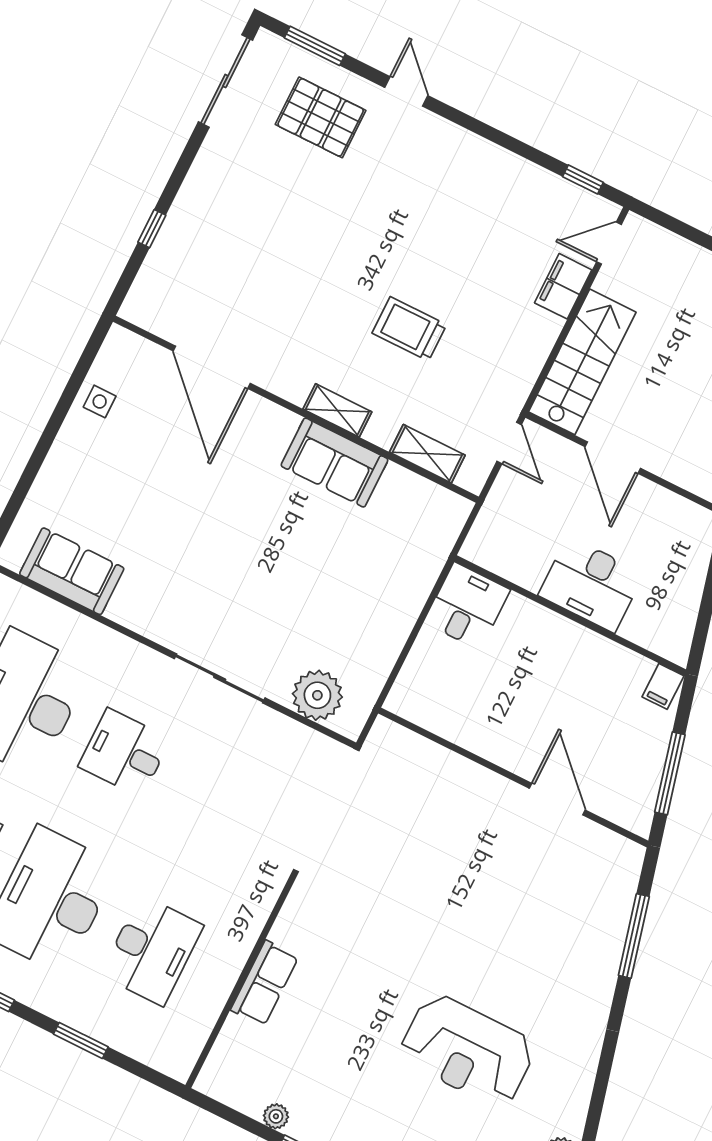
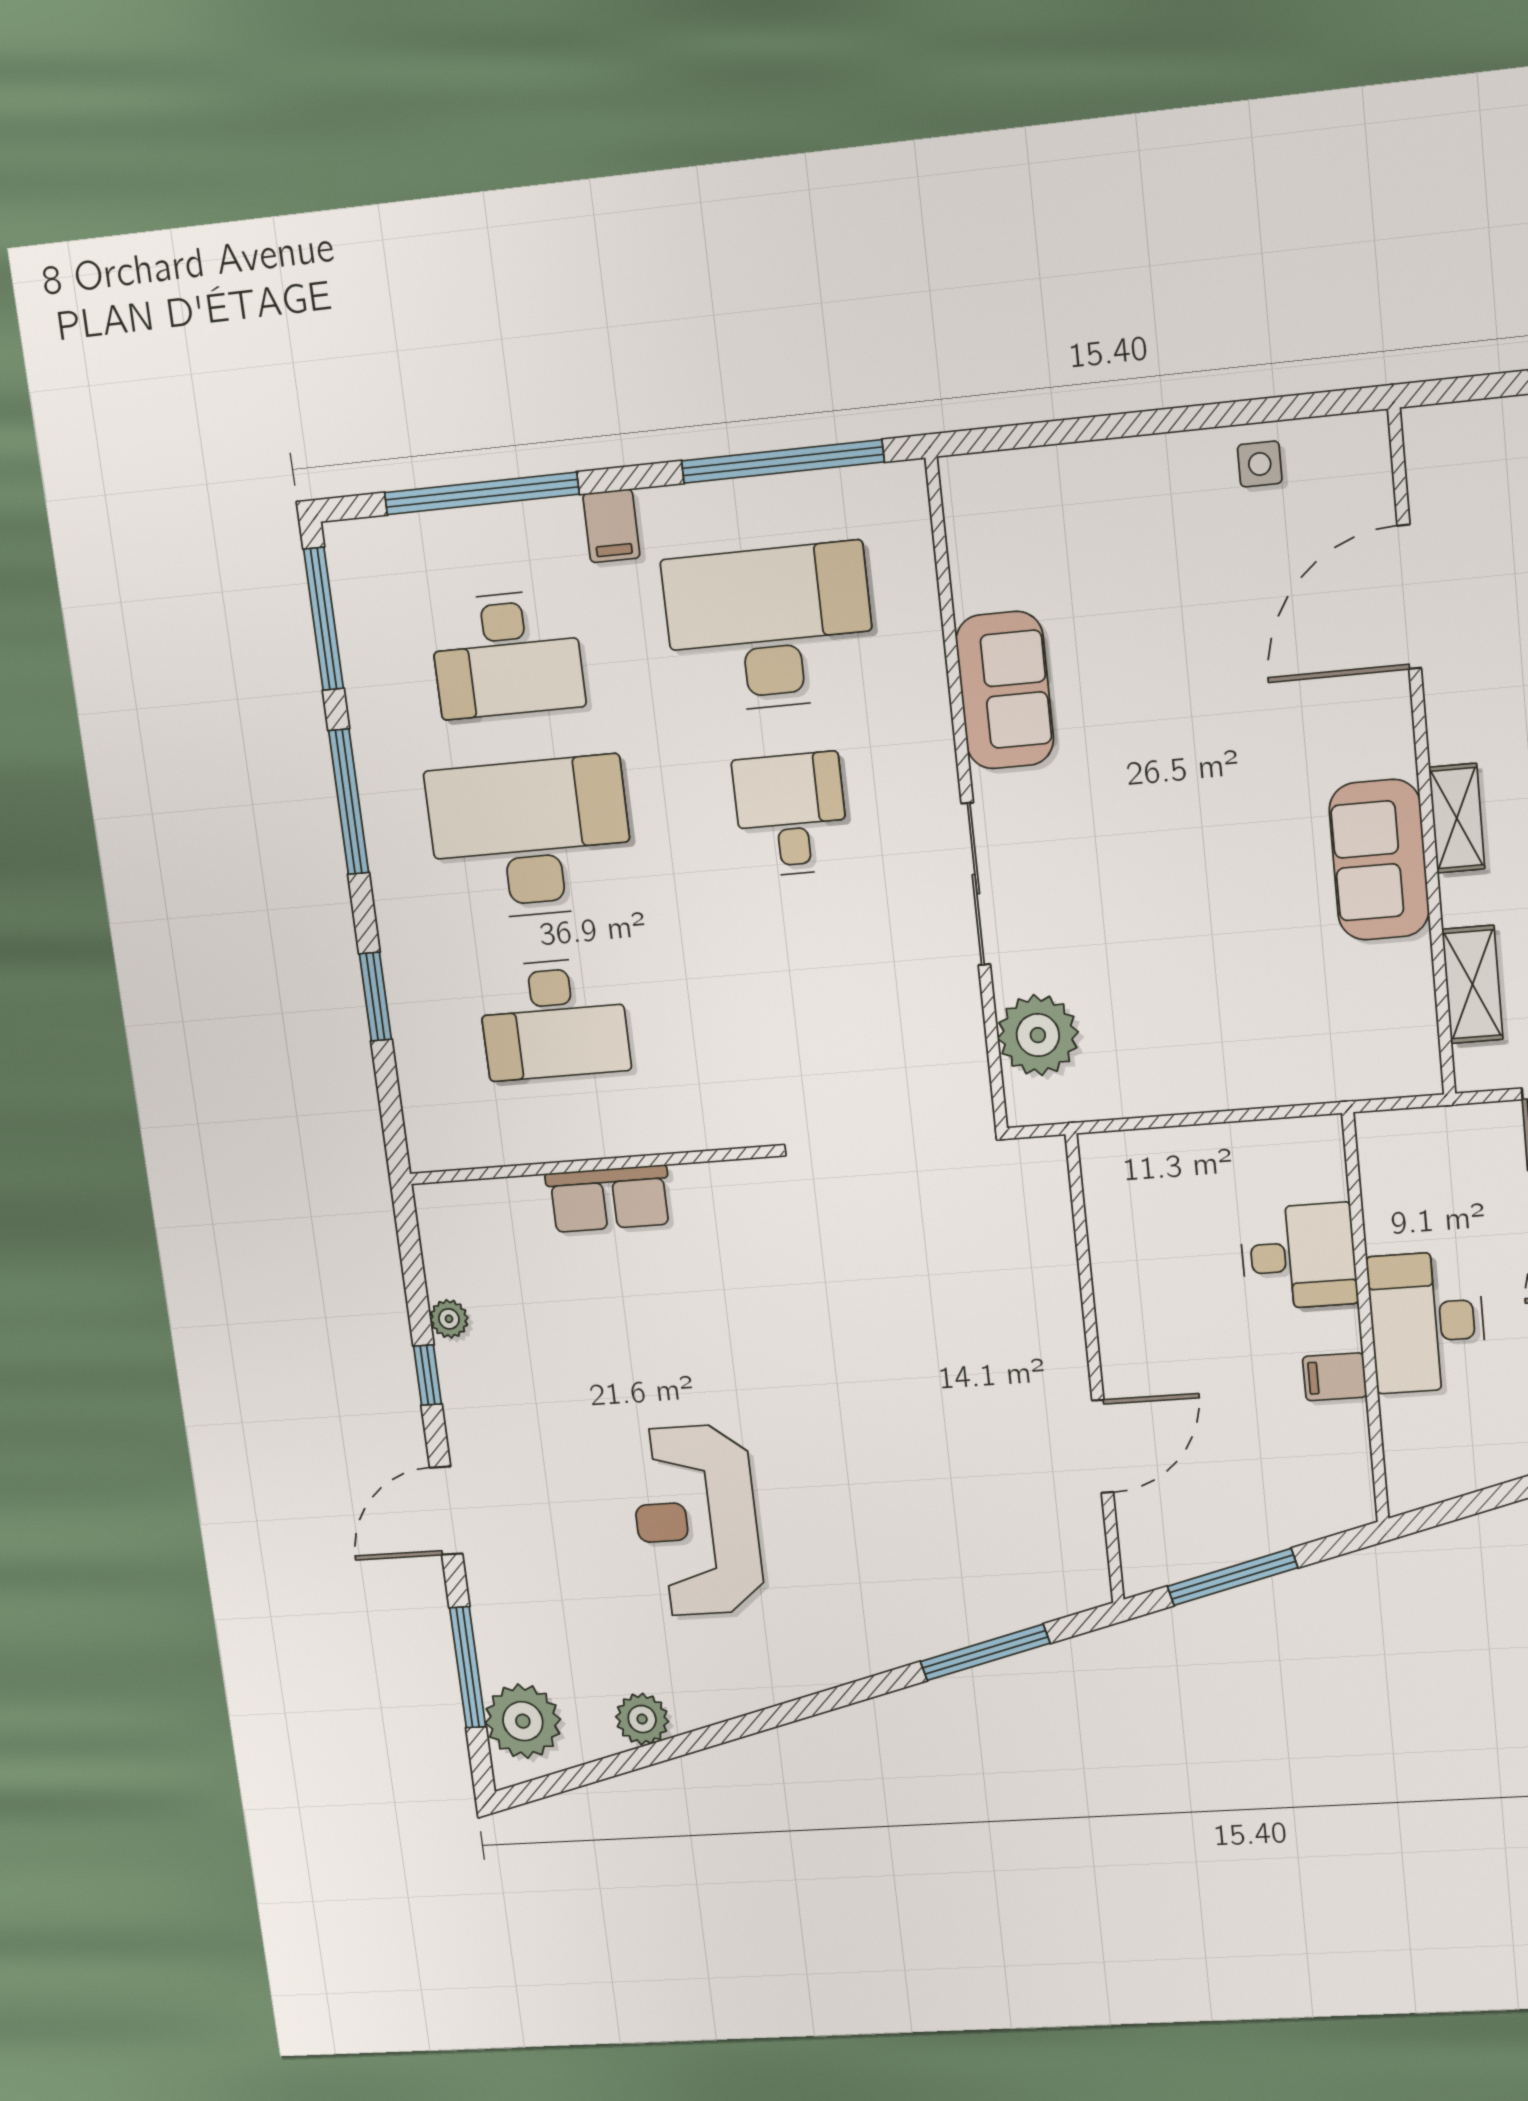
sofa: (72, 571) -> (1005, 690), moved
desk: (467, 606) -> (1299, 1256), moved
filing cabinet: (663, 686) -> (1335, 1377), moved

